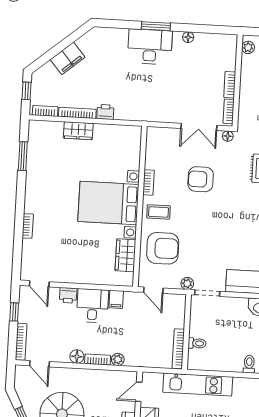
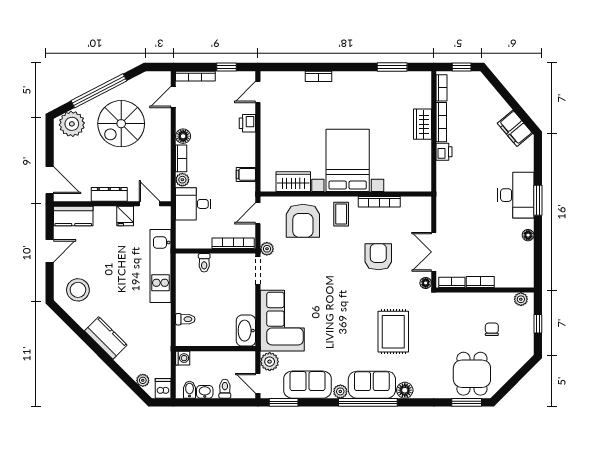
filing cabinet: (68, 58) -> (515, 128), moved
bookcase: (149, 182) -> (379, 202), width x1.56
desk: (93, 306) -> (193, 204), moved, turned 180
bookcase: (178, 349) -> (233, 243), moved

